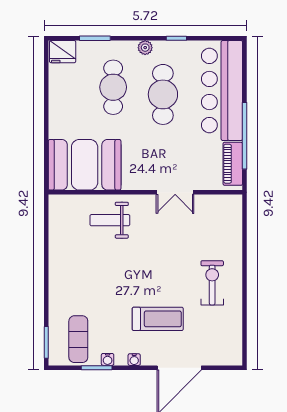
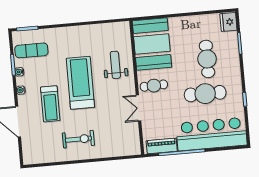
plant: (145, 48) -> (236, 79), removed
cafe table: (113, 87) -> (207, 59), turned 90
cafe table: (145, 167) -> (154, 86), added
treadmill: (131, 273) -> (80, 83), added

